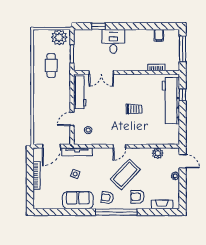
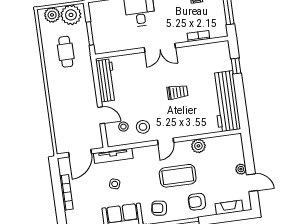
plant: (44, 35) -> (52, 15), added
double door: (101, 72) -> (160, 48), moved
workbench: (171, 101) -> (226, 101), moved
door: (72, 119) -> (101, 115), swing flipped
stool: (103, 132) -> (143, 127), added
plant: (158, 153) -> (198, 146), moved
door: (183, 161) -> (252, 183), moved
coffee table: (125, 174) -> (178, 176), turned 47

